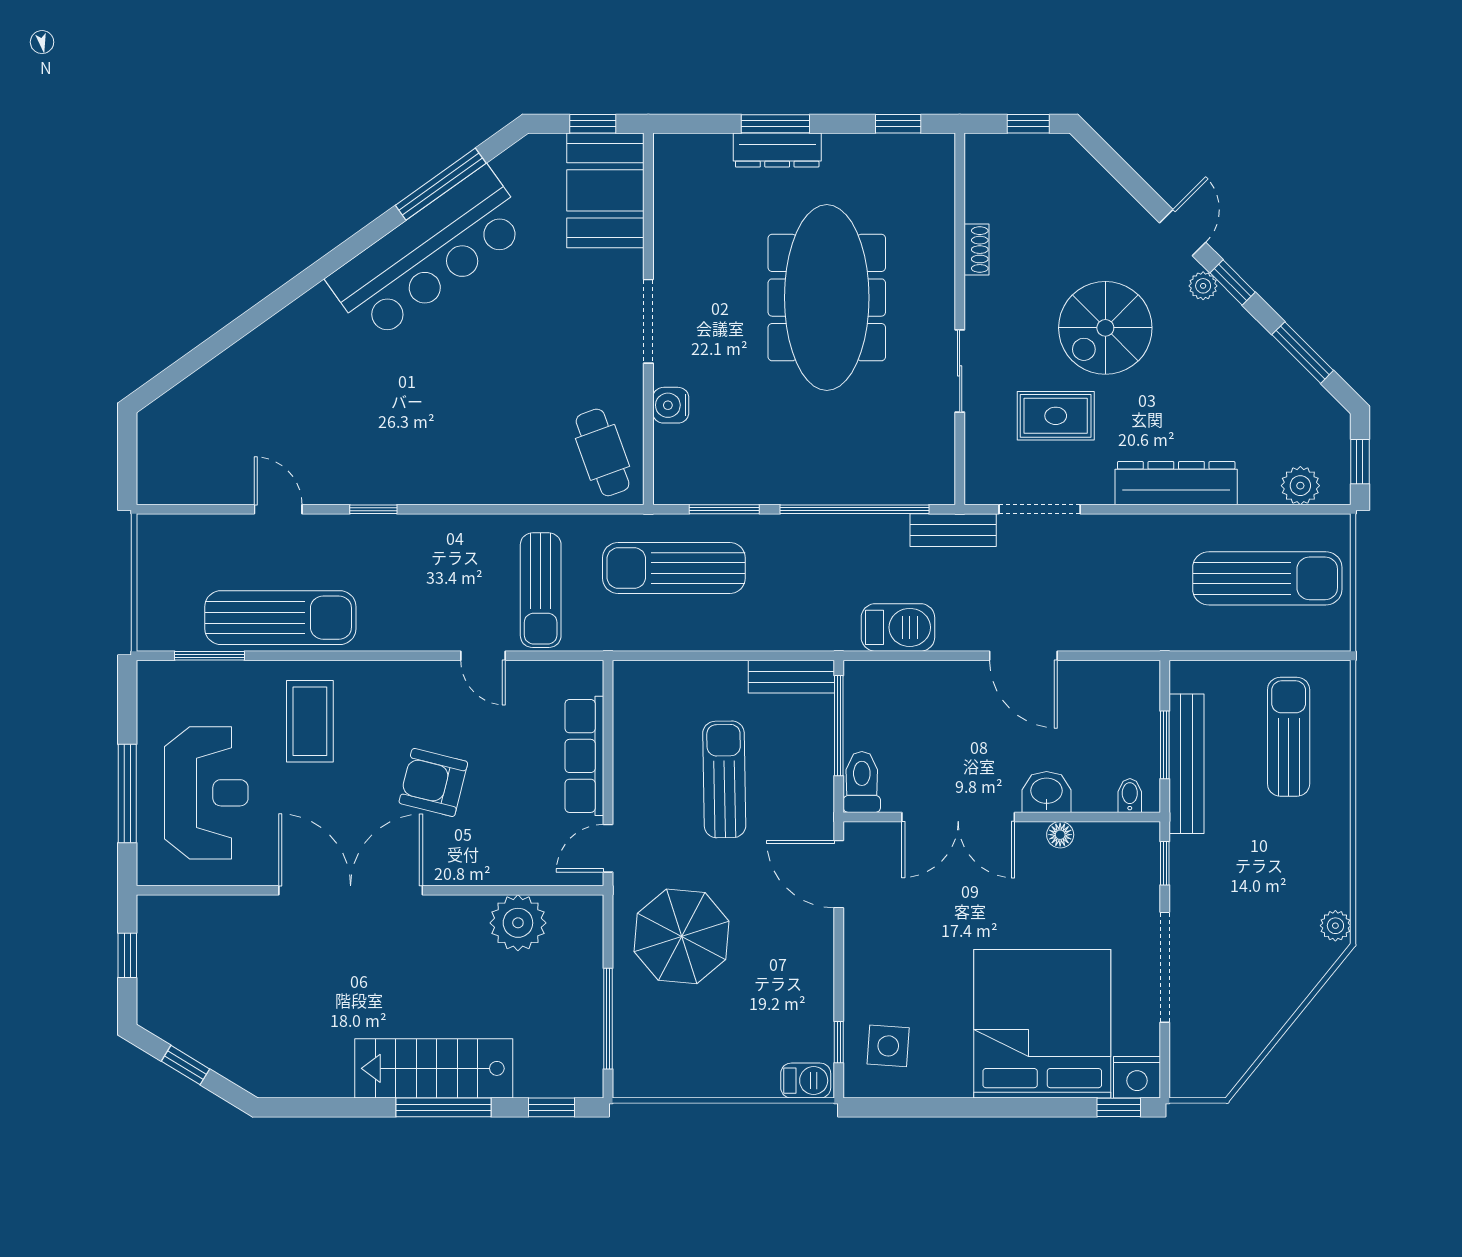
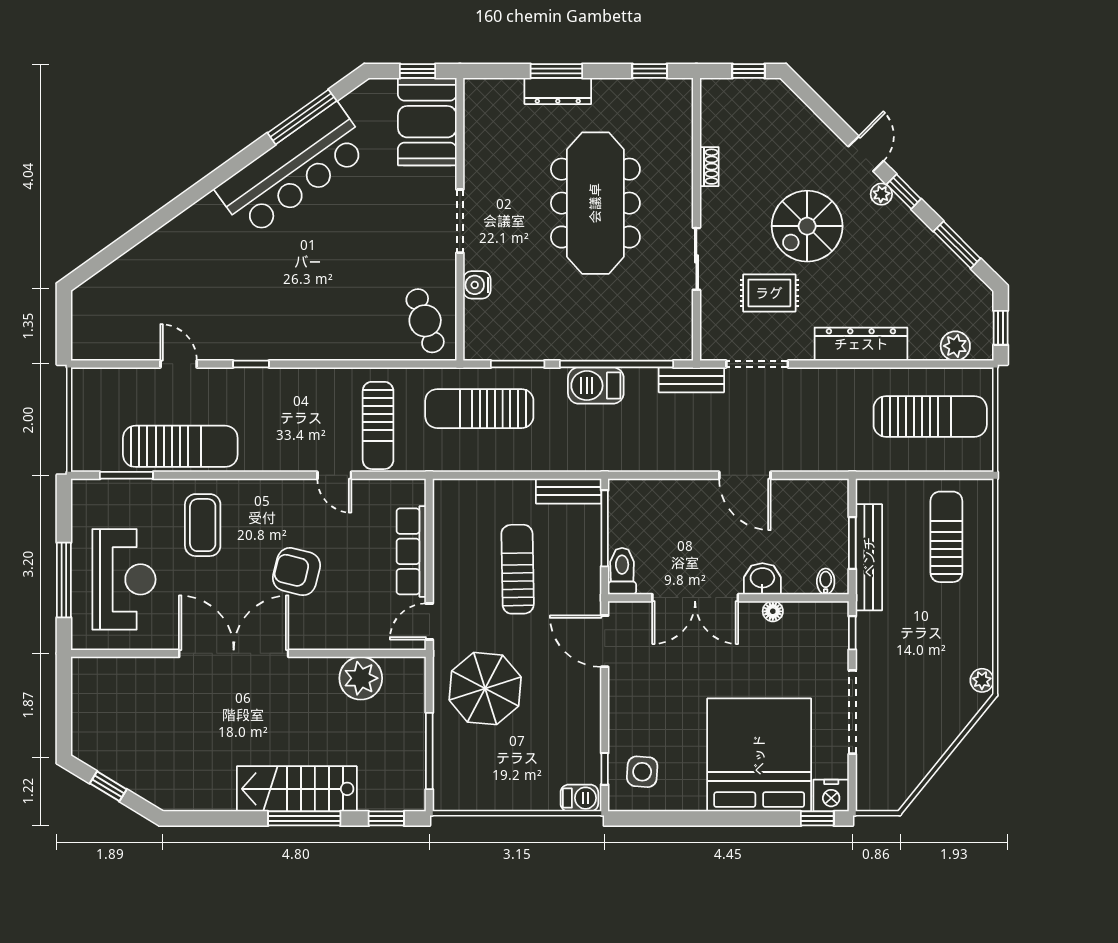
barbecue: (898, 627) -> (596, 386), moved, turned 180
window: (127, 955) -> (64, 703), removed

